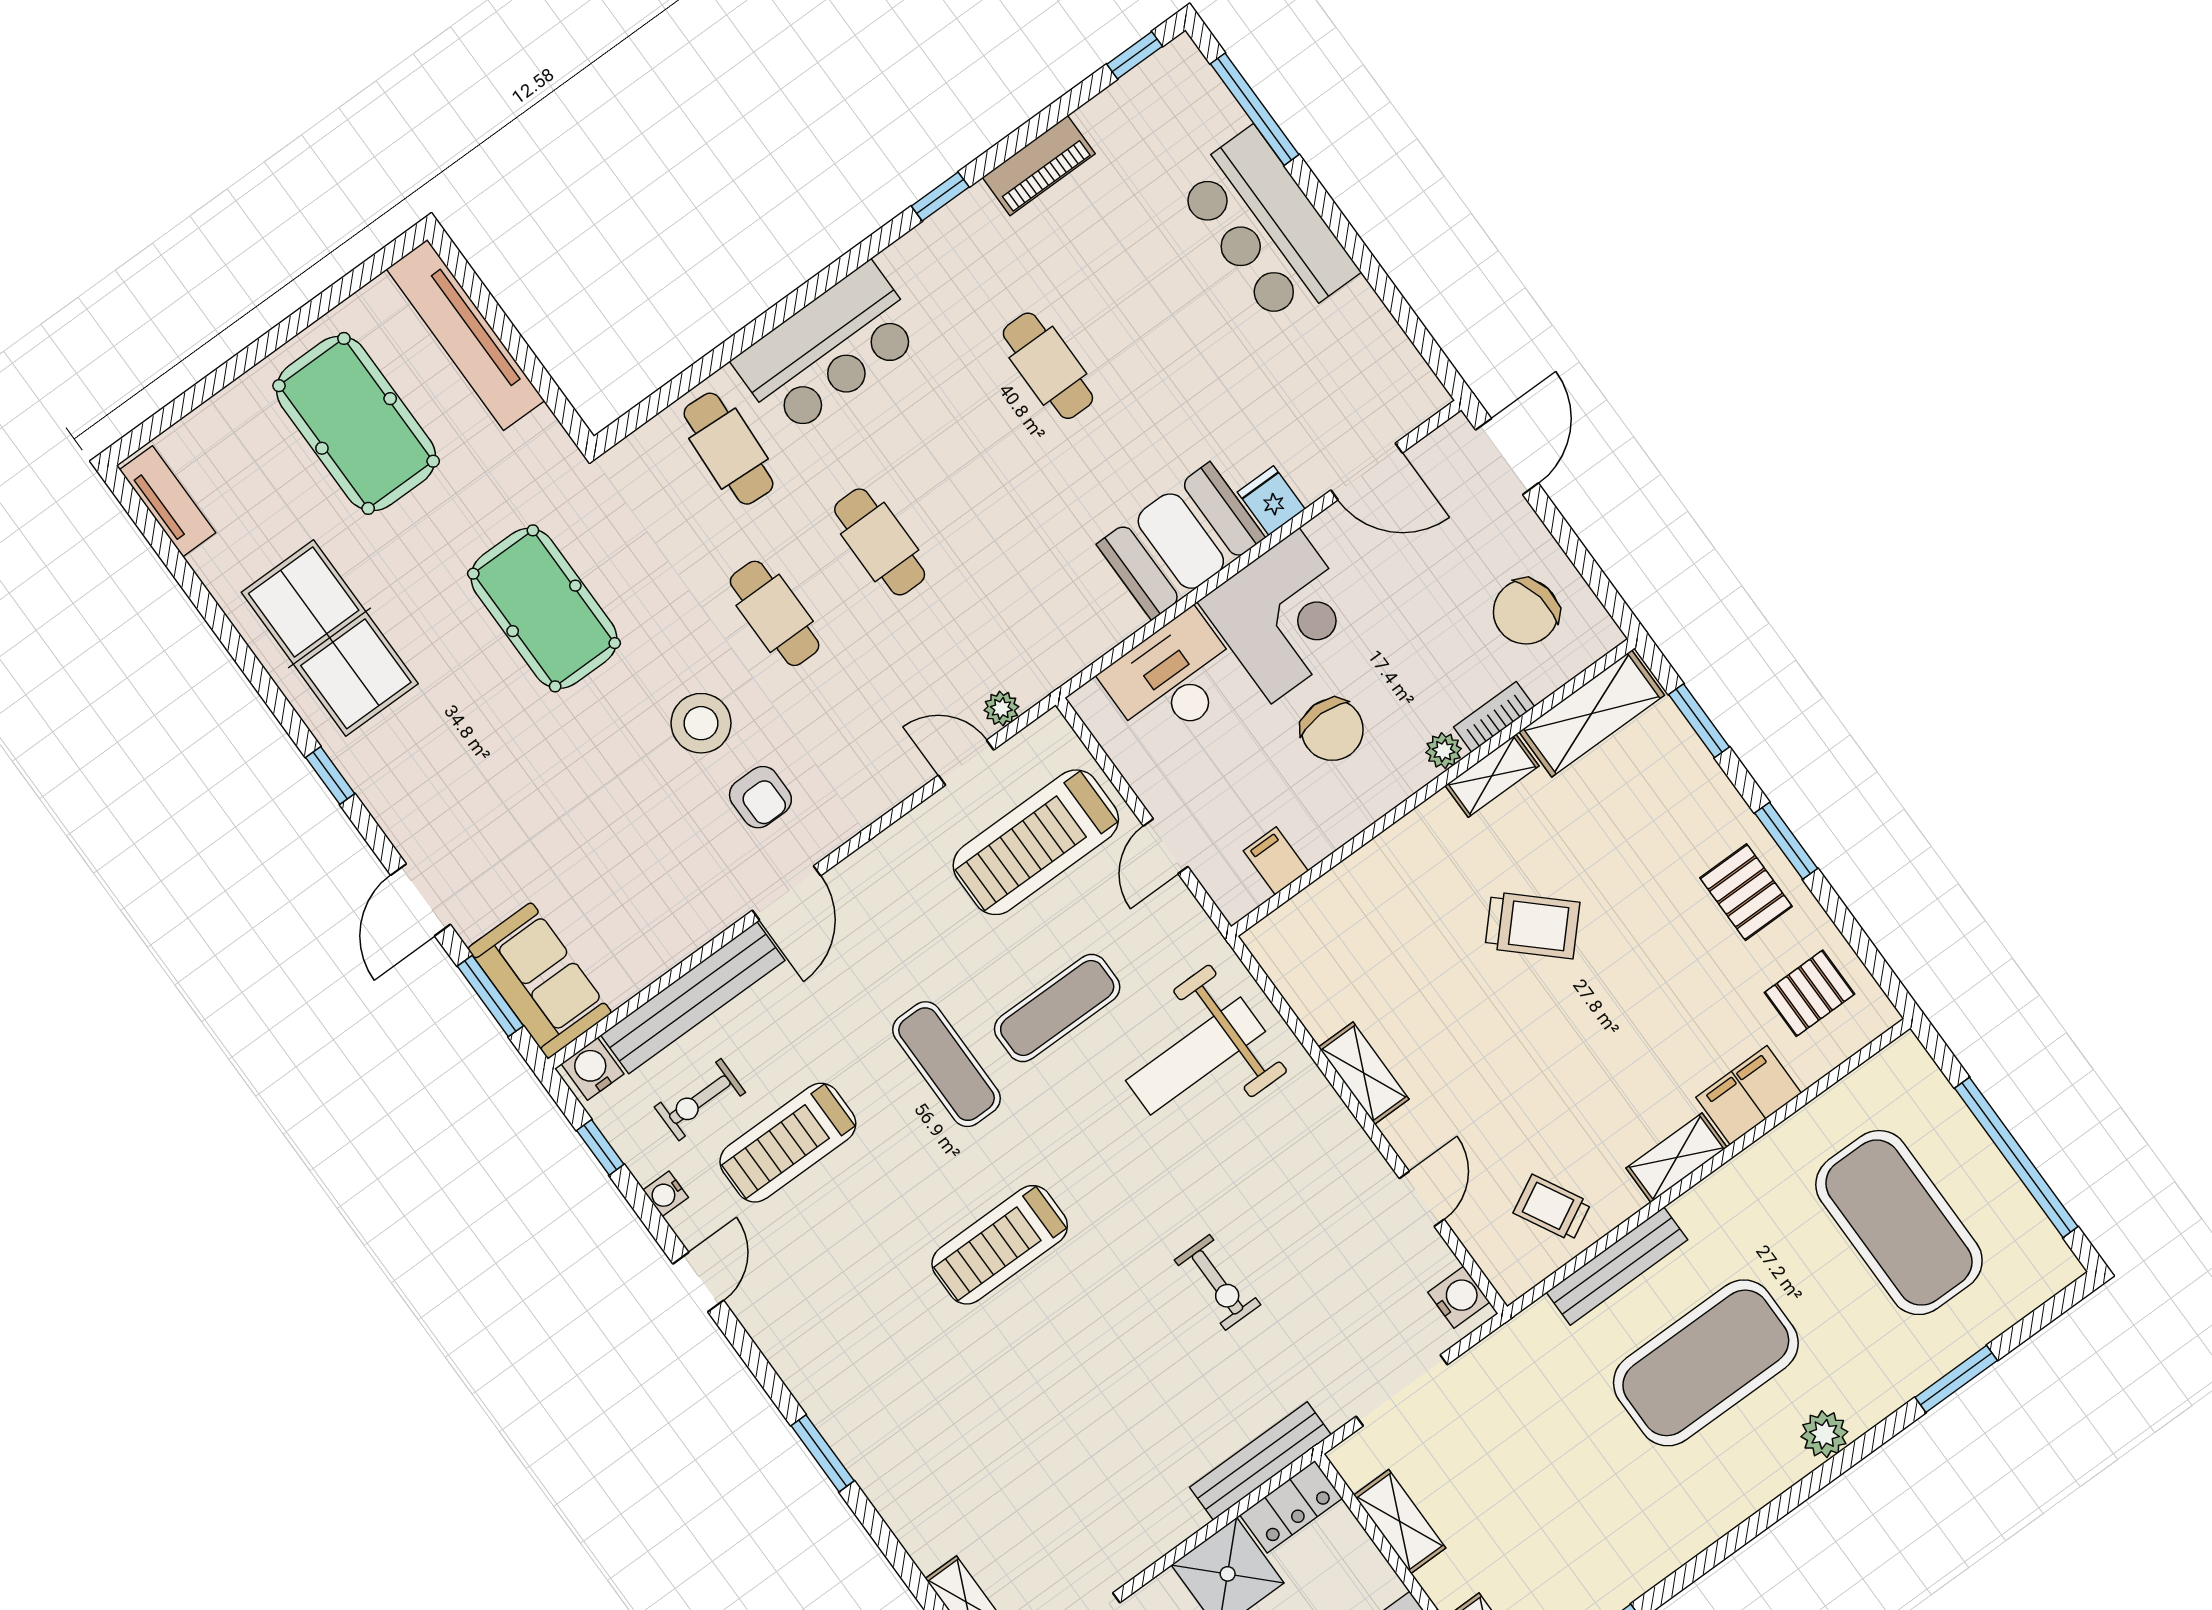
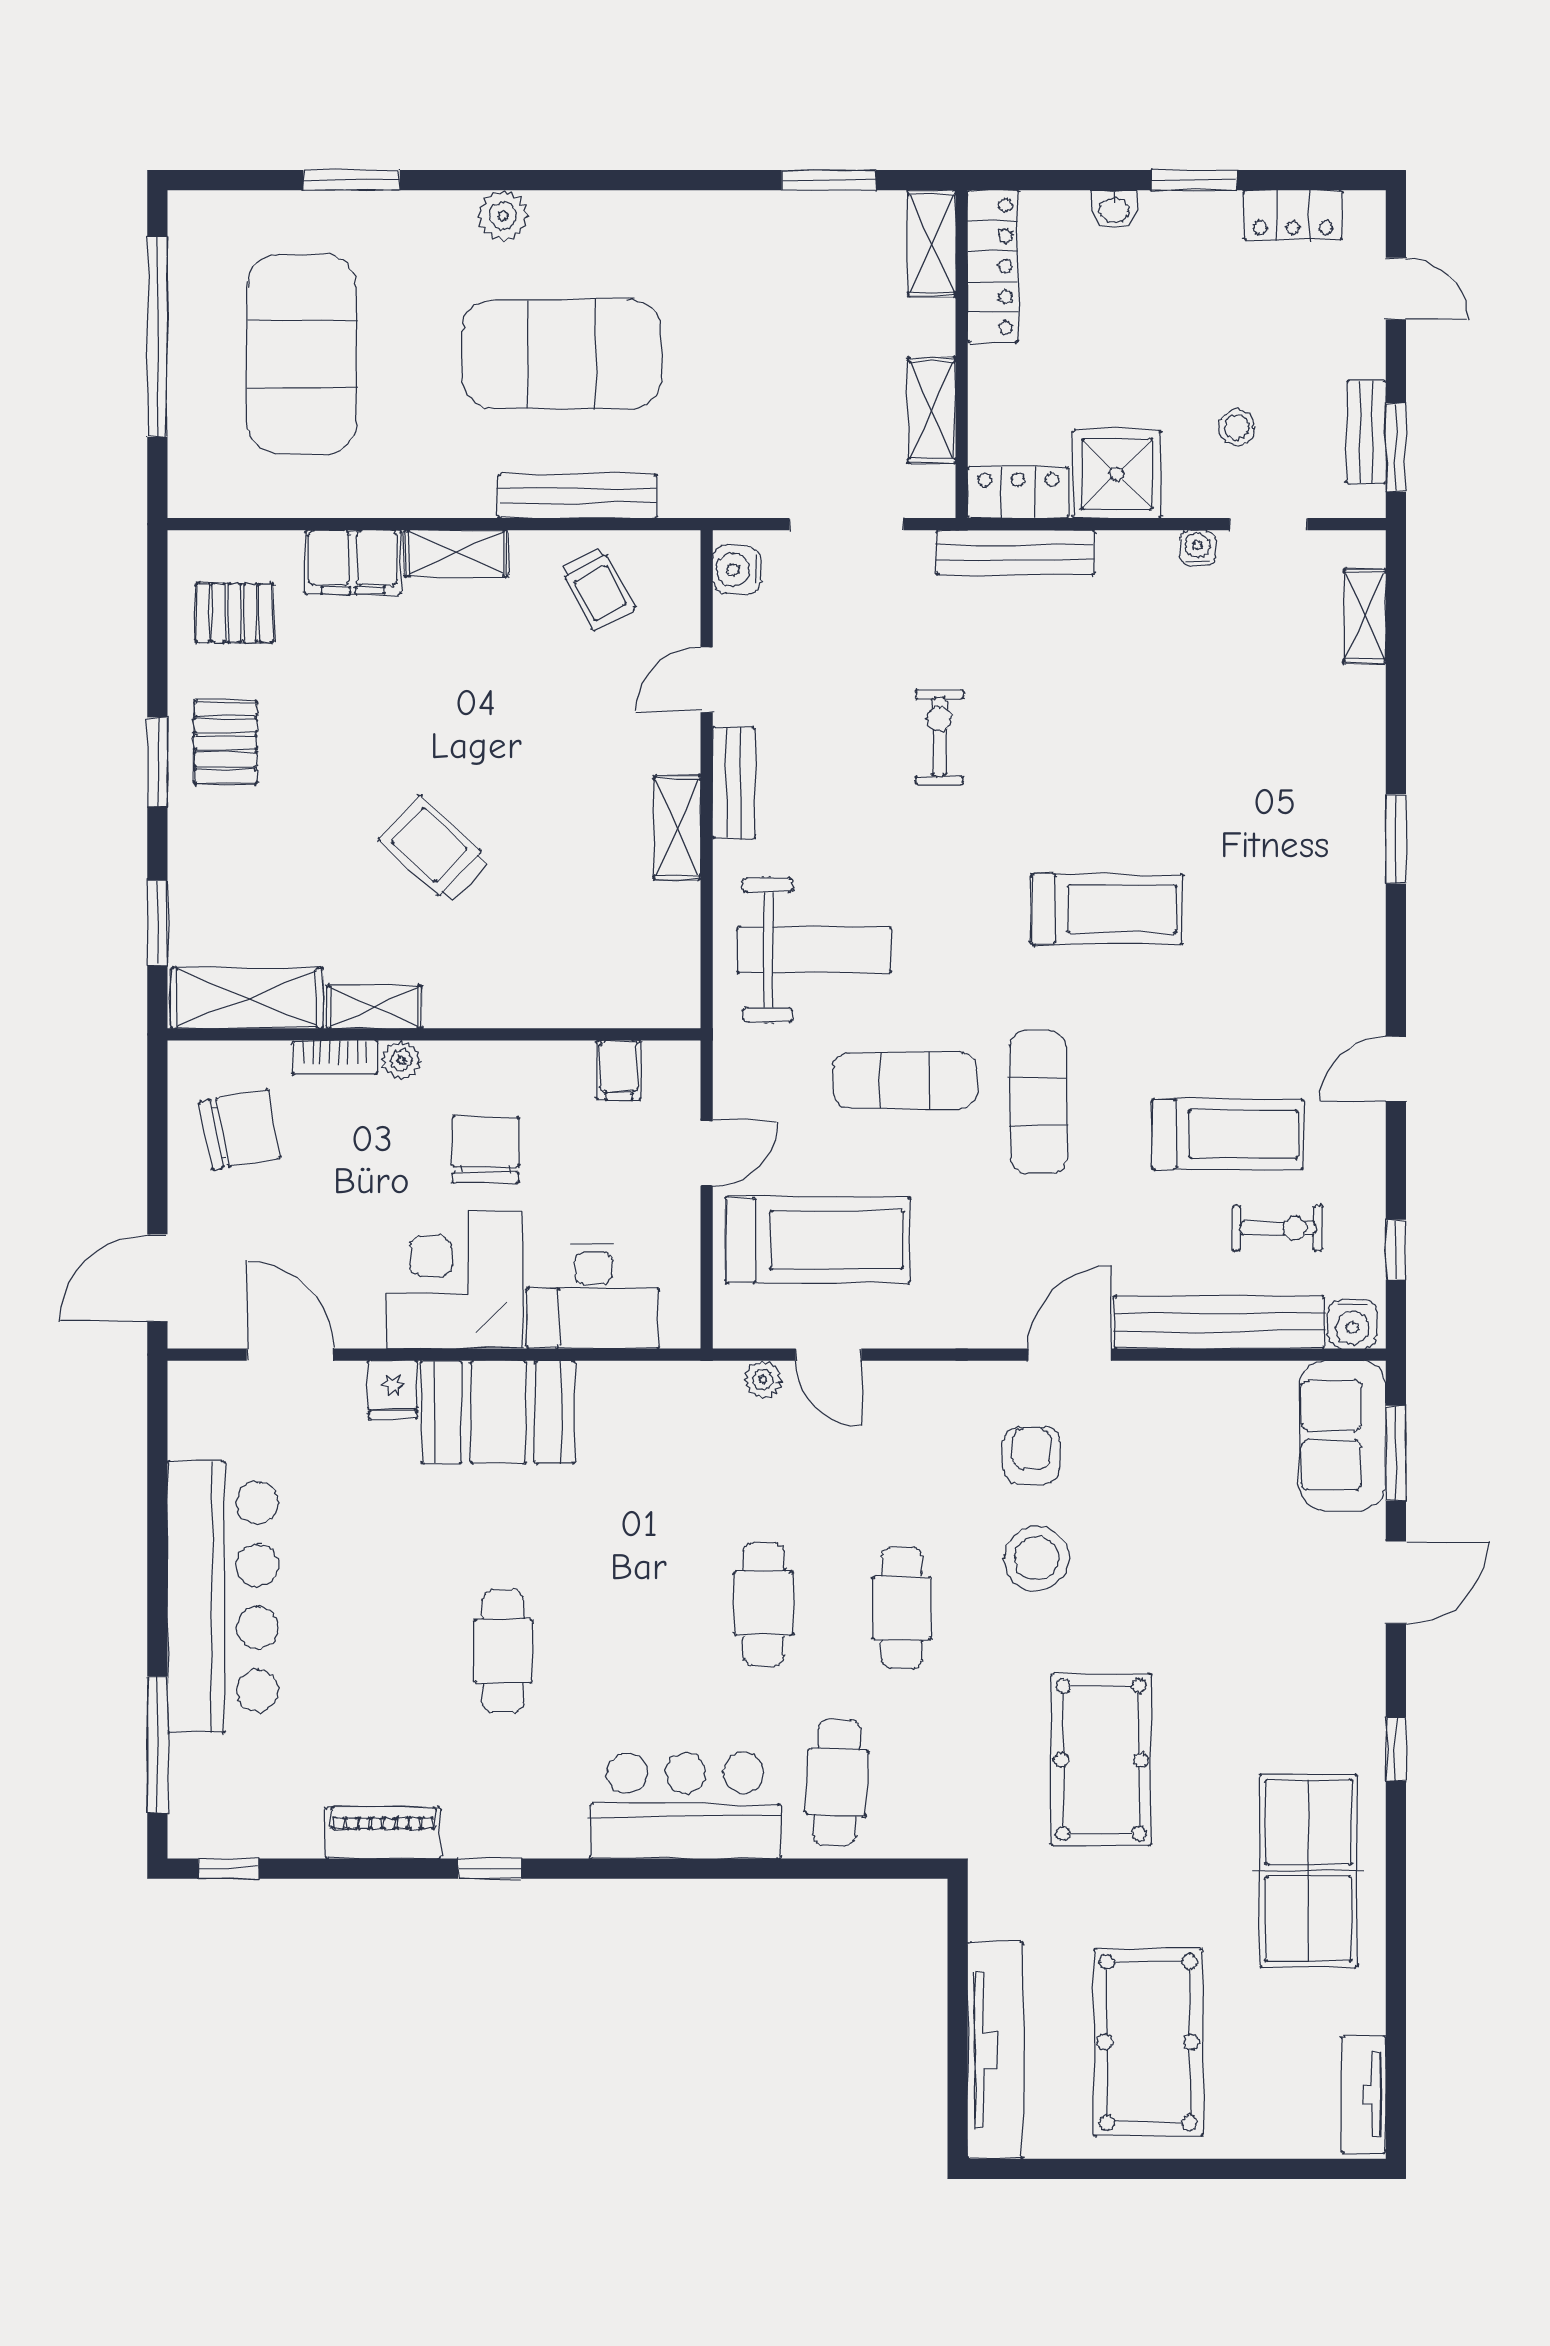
bar counter: (1266, 228) -> (223, 1597), width x1.36
bench: (1346, 1137) -> (734, 782), added
water cooler: (666, 1194) -> (1198, 548), moved, turned -90

